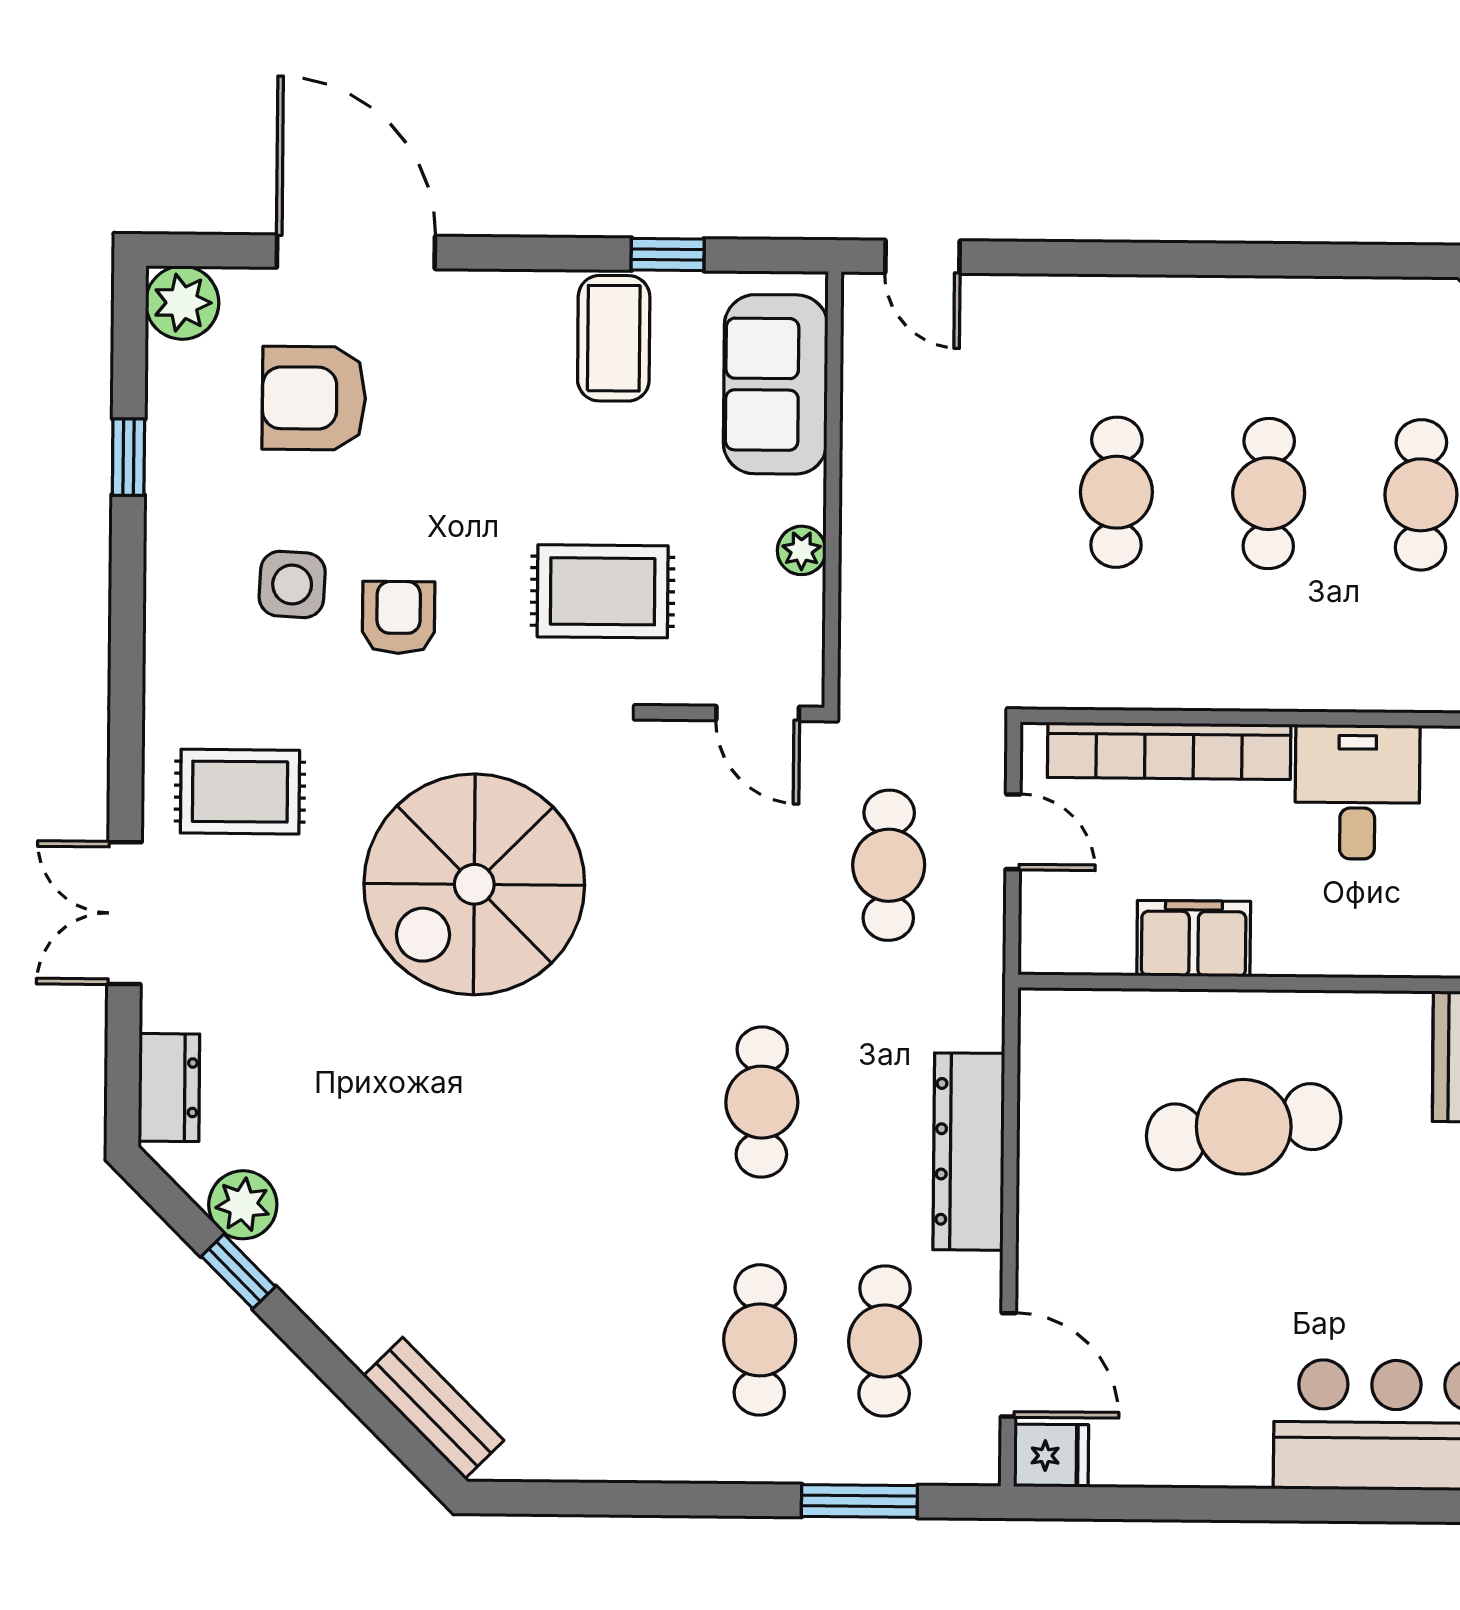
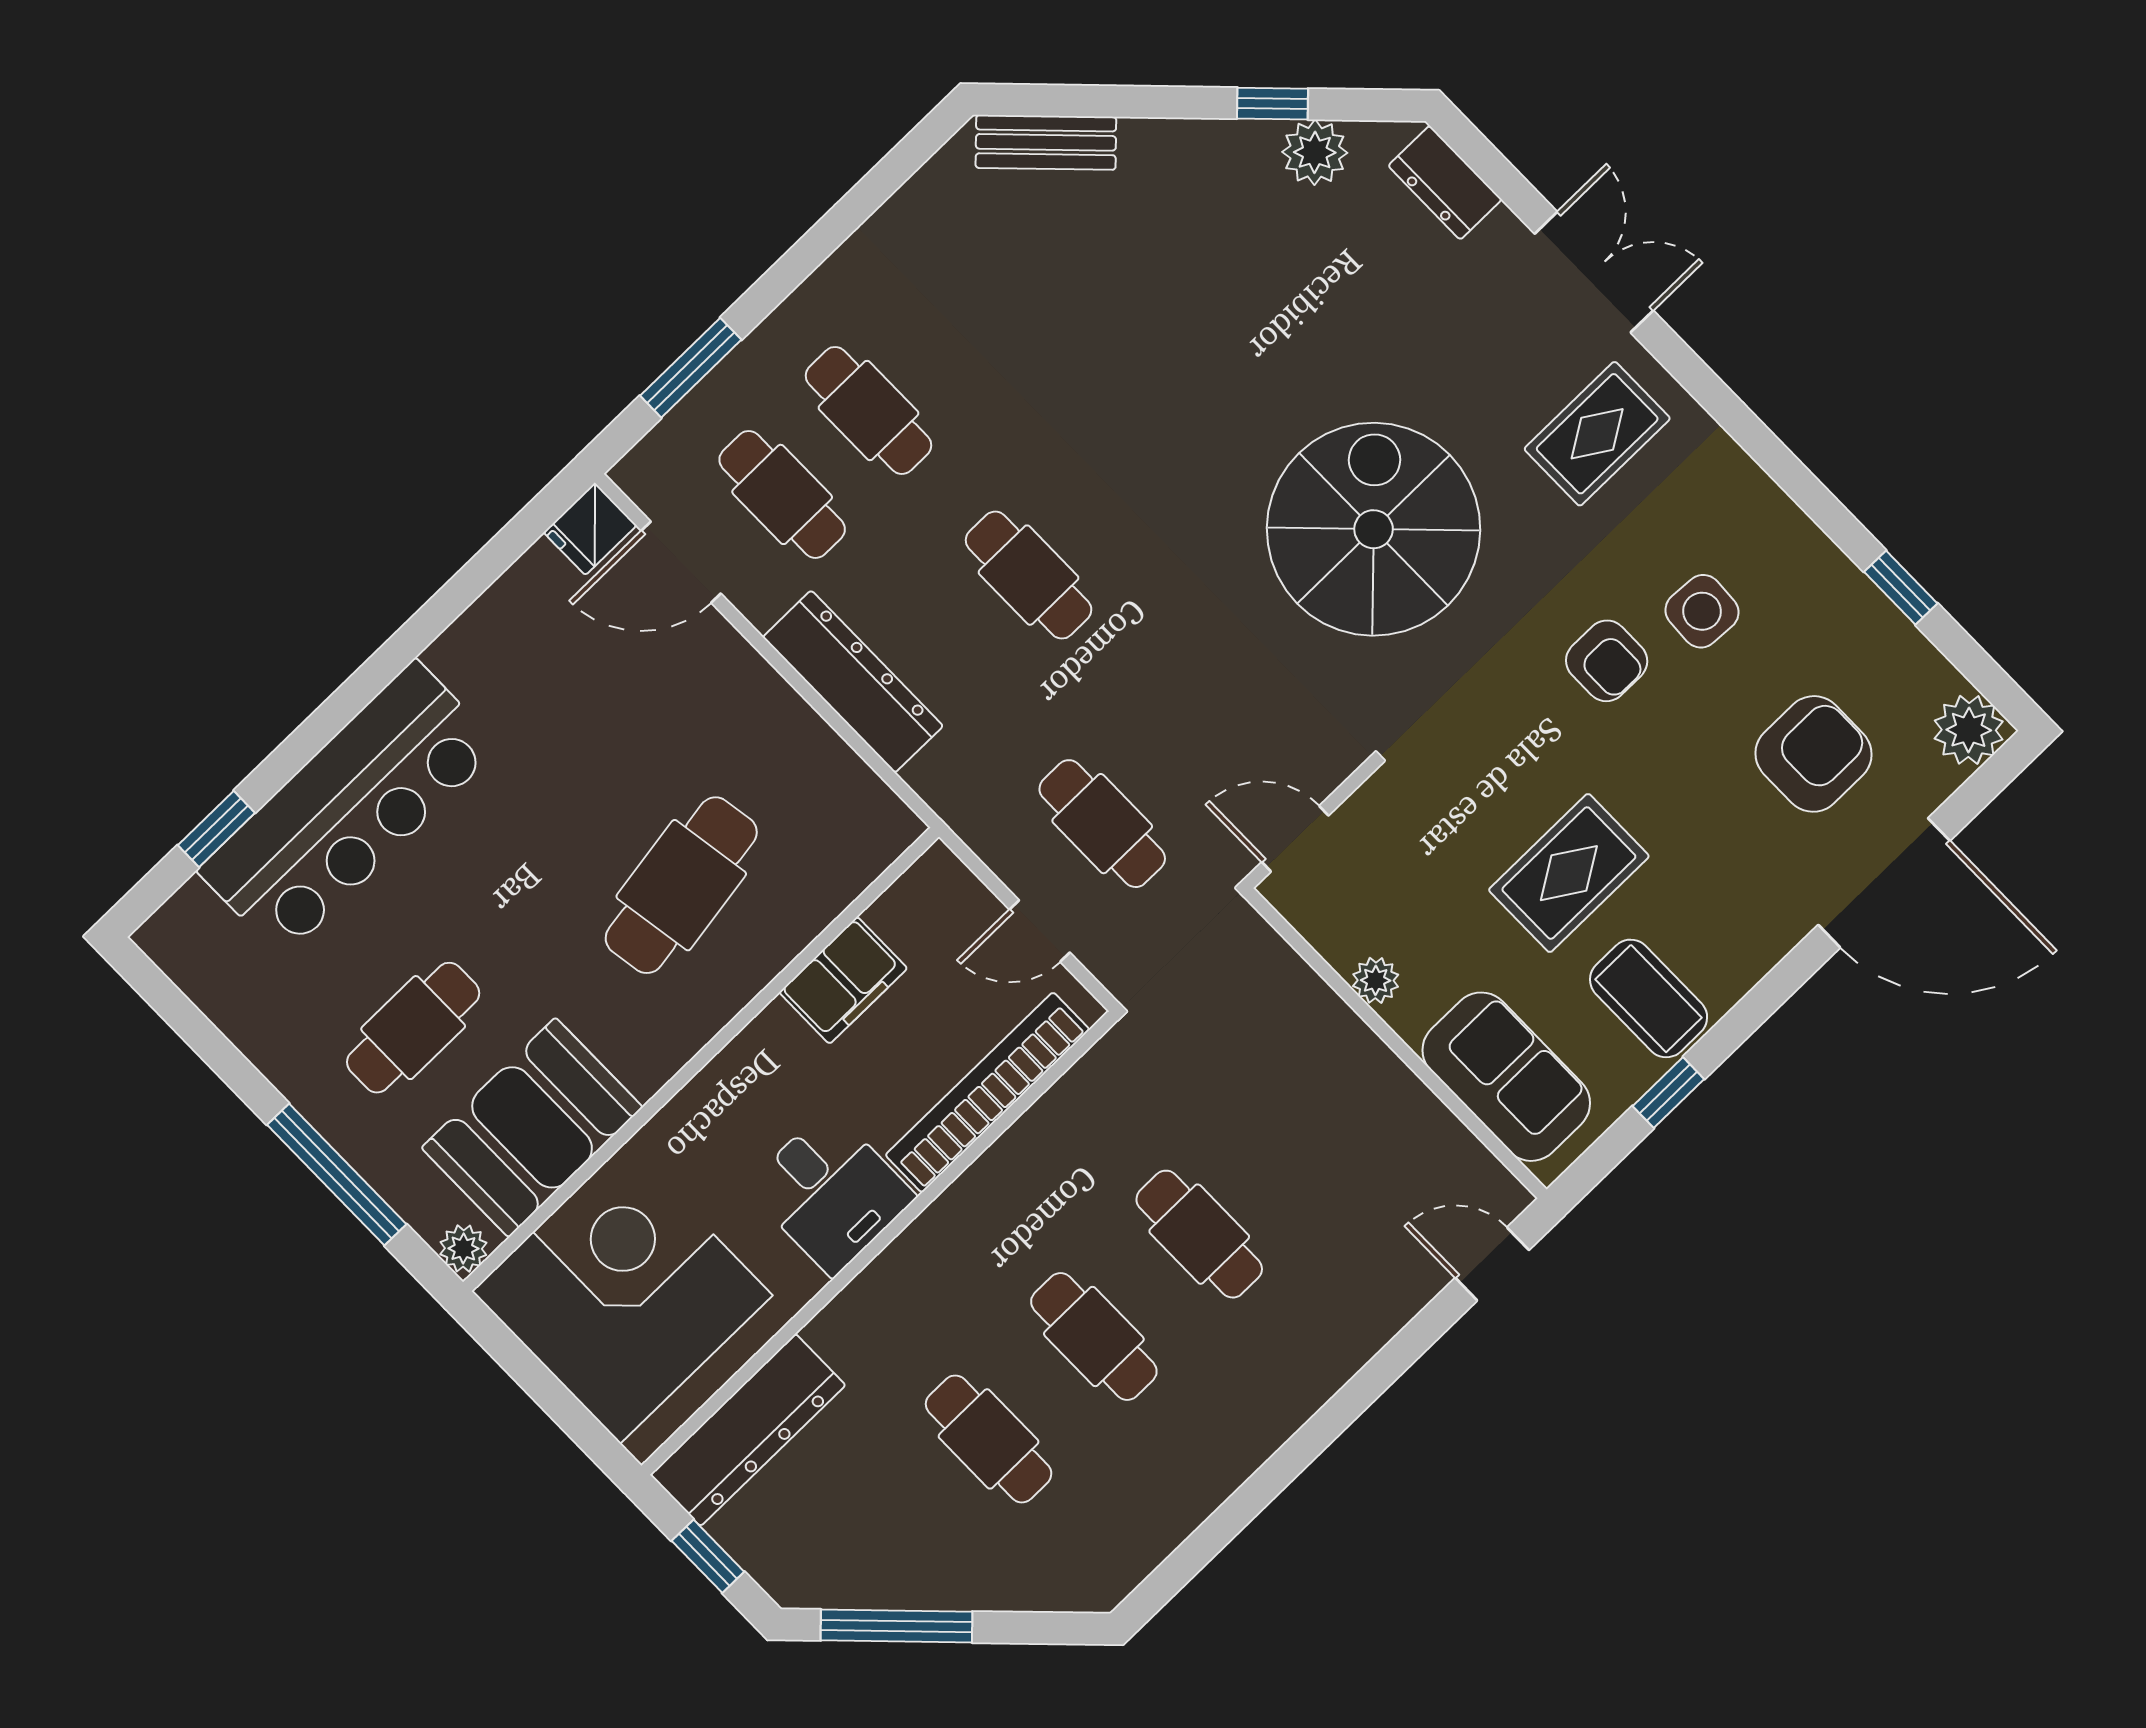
rug: (603, 591) -> (1569, 873), moved

